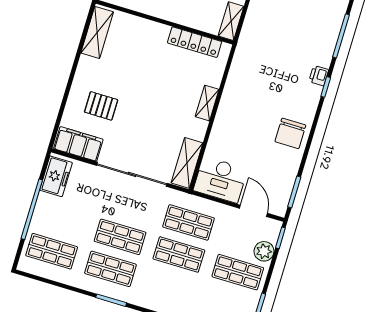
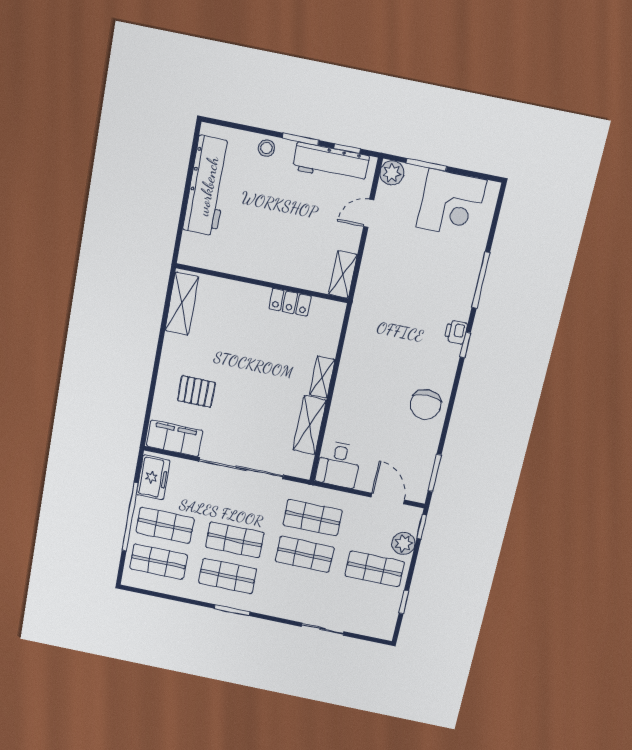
locker: (195, 42) -> (290, 302), width x0.66
shelving: (187, 163) -> (310, 425), moved
desk: (220, 180) -> (338, 464), width x0.73
shop shelf: (61, 219) -> (165, 525), added

